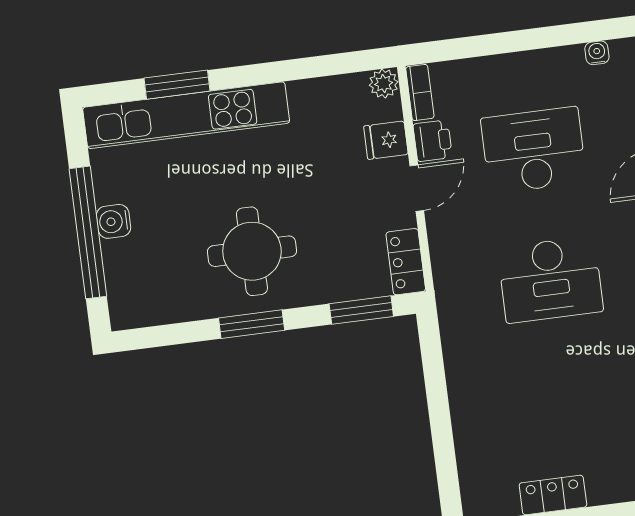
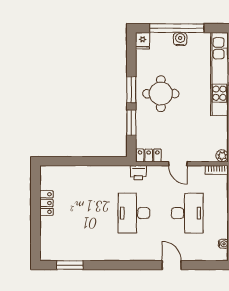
fridge: (386, 140) -> (143, 41), moved, turned 180
printer: (433, 141) -> (138, 173), moved
window: (361, 310) -> (131, 123), moved

